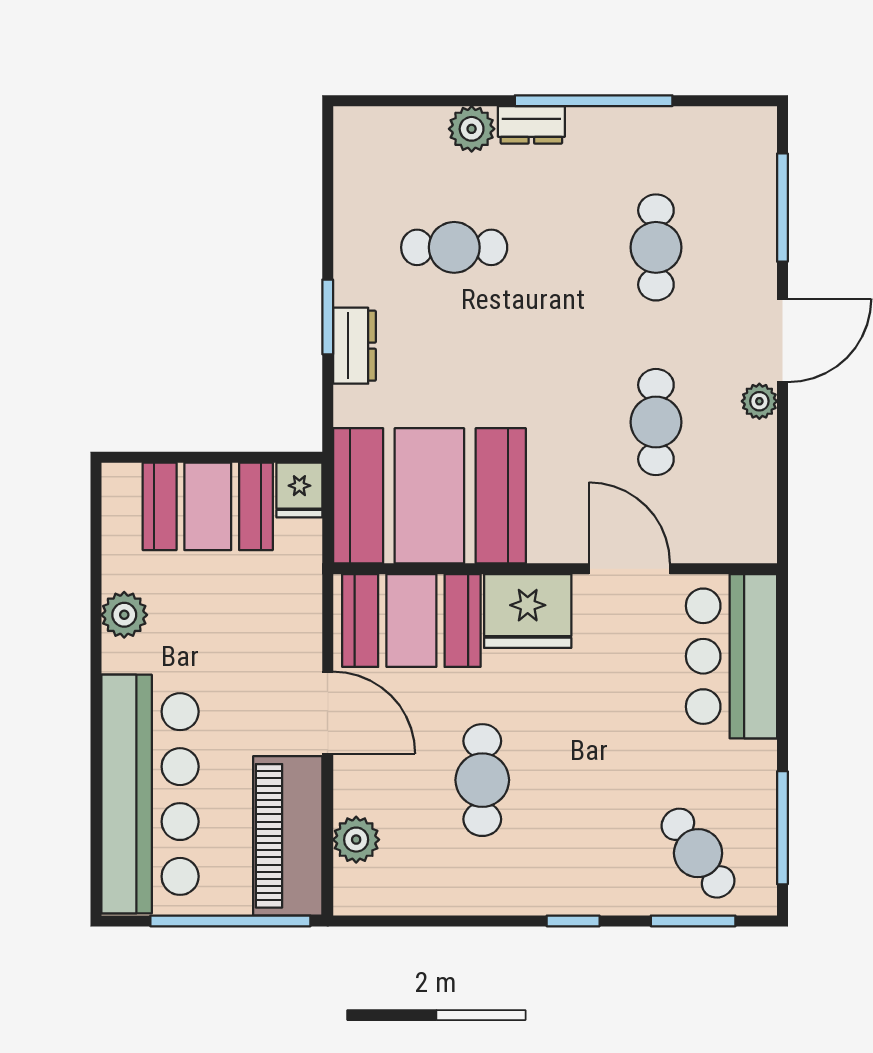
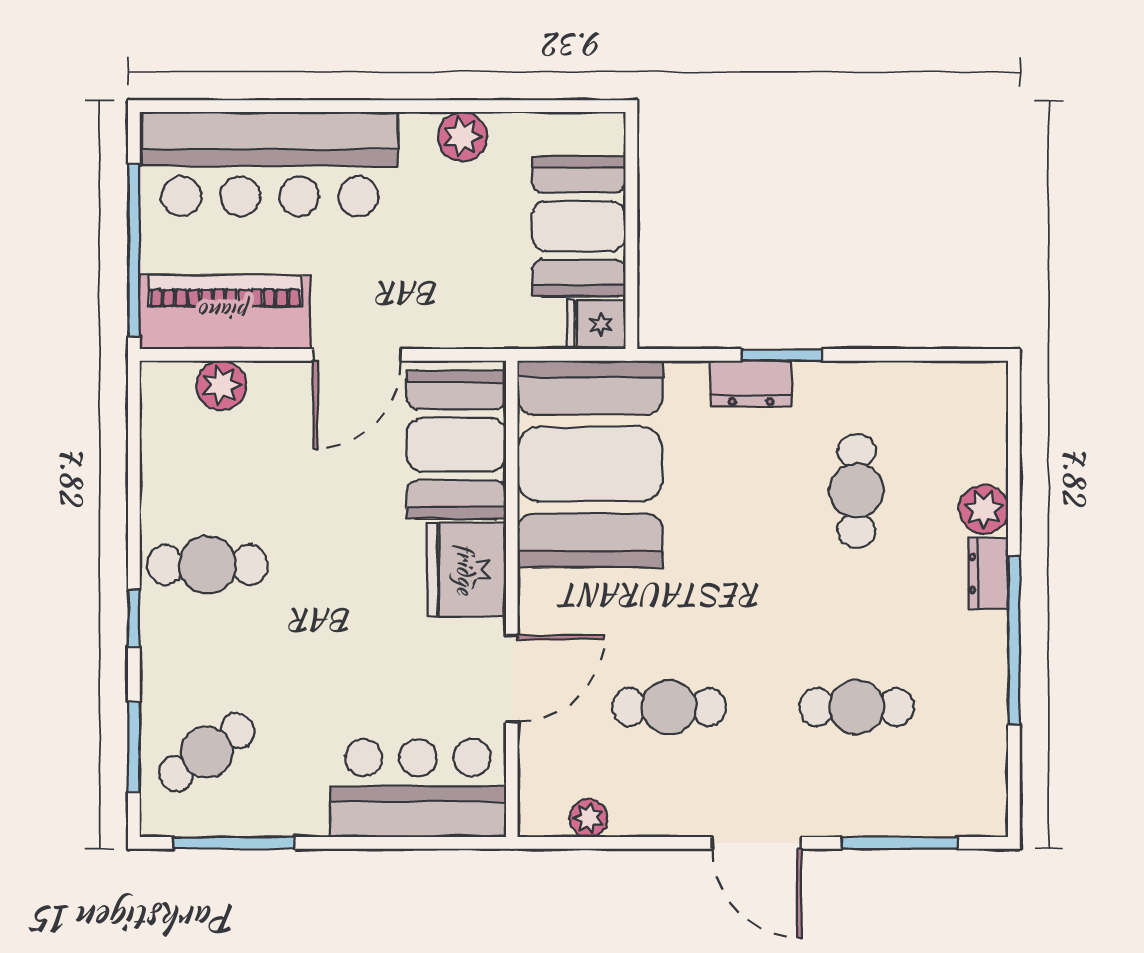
plant: (759, 401) -> (589, 818), moved
cafe table: (482, 780) -> (207, 565), moved

